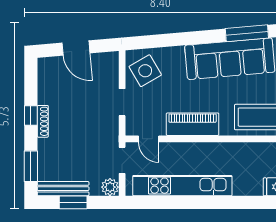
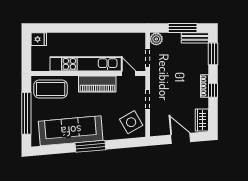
window: (247, 33) -> (90, 146), moved
wardrobe: (46, 74) -> (202, 120), added
kitchen unit: (182, 186) -> (86, 64), moved, turned 180
bench: (63, 189) -> (195, 38), width x0.73
window: (73, 202) -> (183, 28), width x1.44

